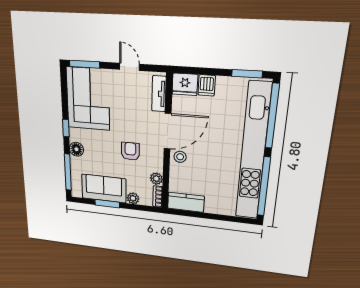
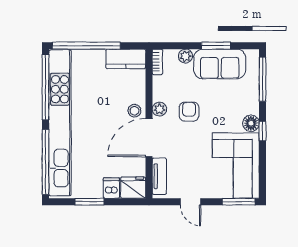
window: (247, 74) -> (89, 202), moved
floor lamp: (76, 149) -> (251, 123), moved
armchair: (130, 151) -> (189, 112), turned 180
plant: (156, 179) -> (159, 109), moved
window: (221, 218) -> (86, 46), added

